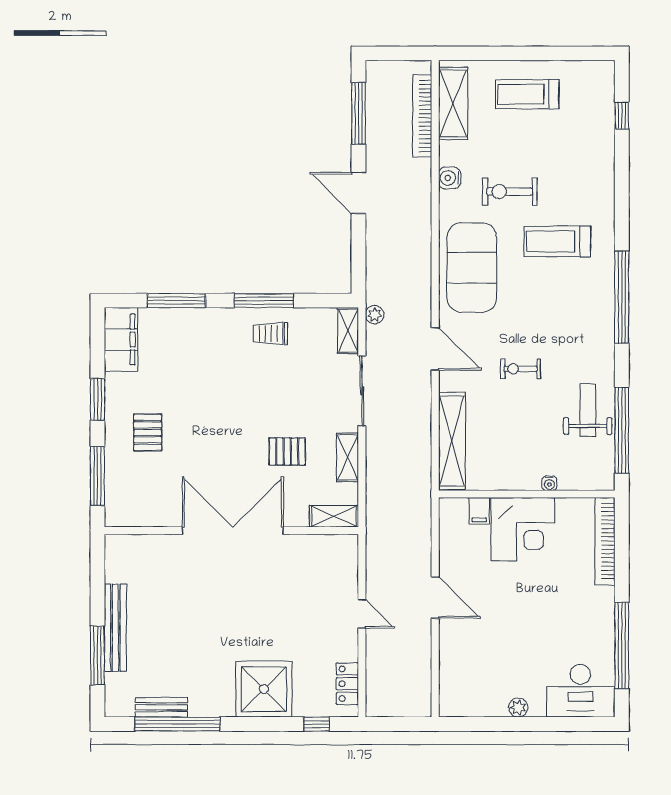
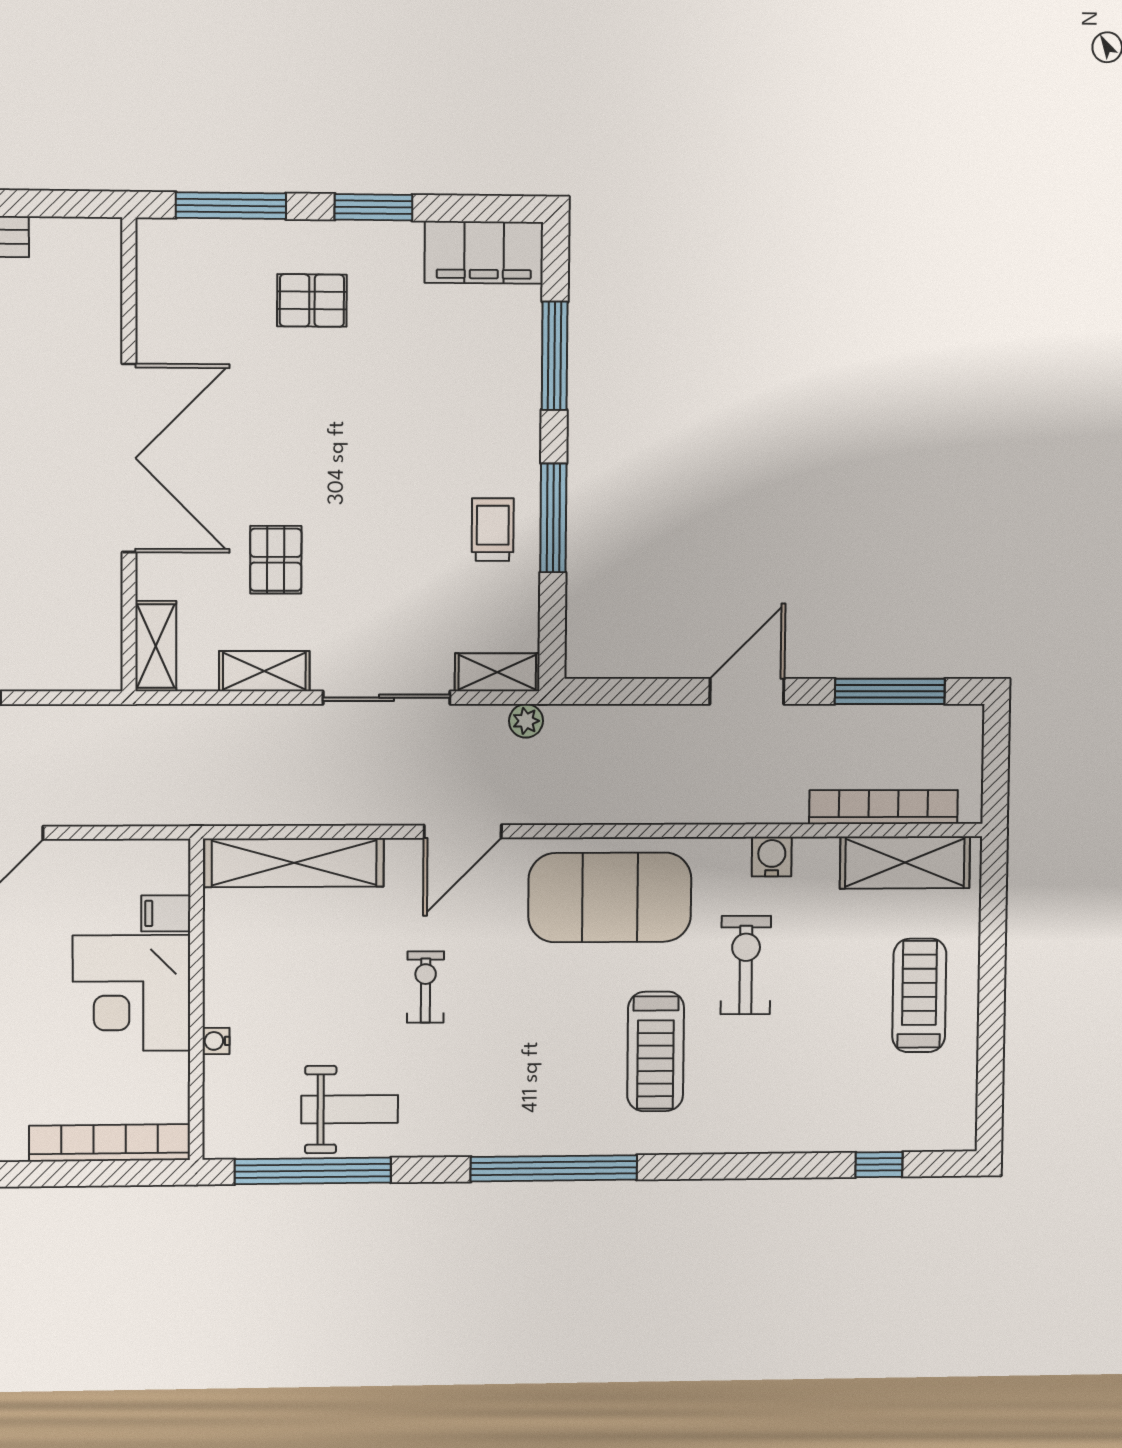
treadmill: (557, 241) -> (656, 1051), turned 180

